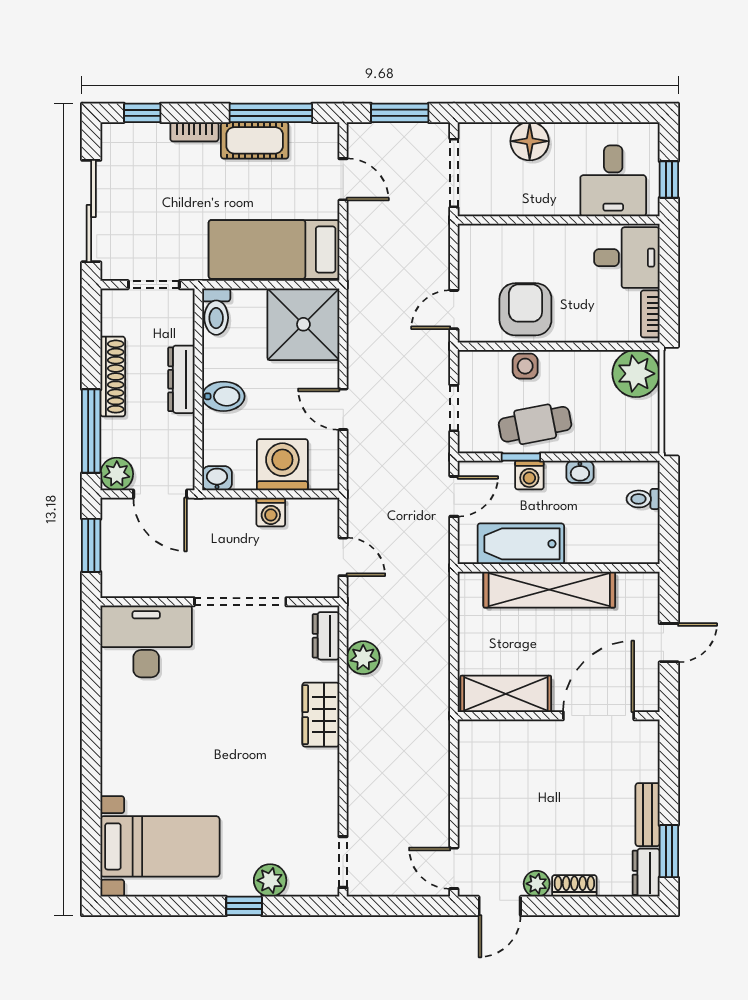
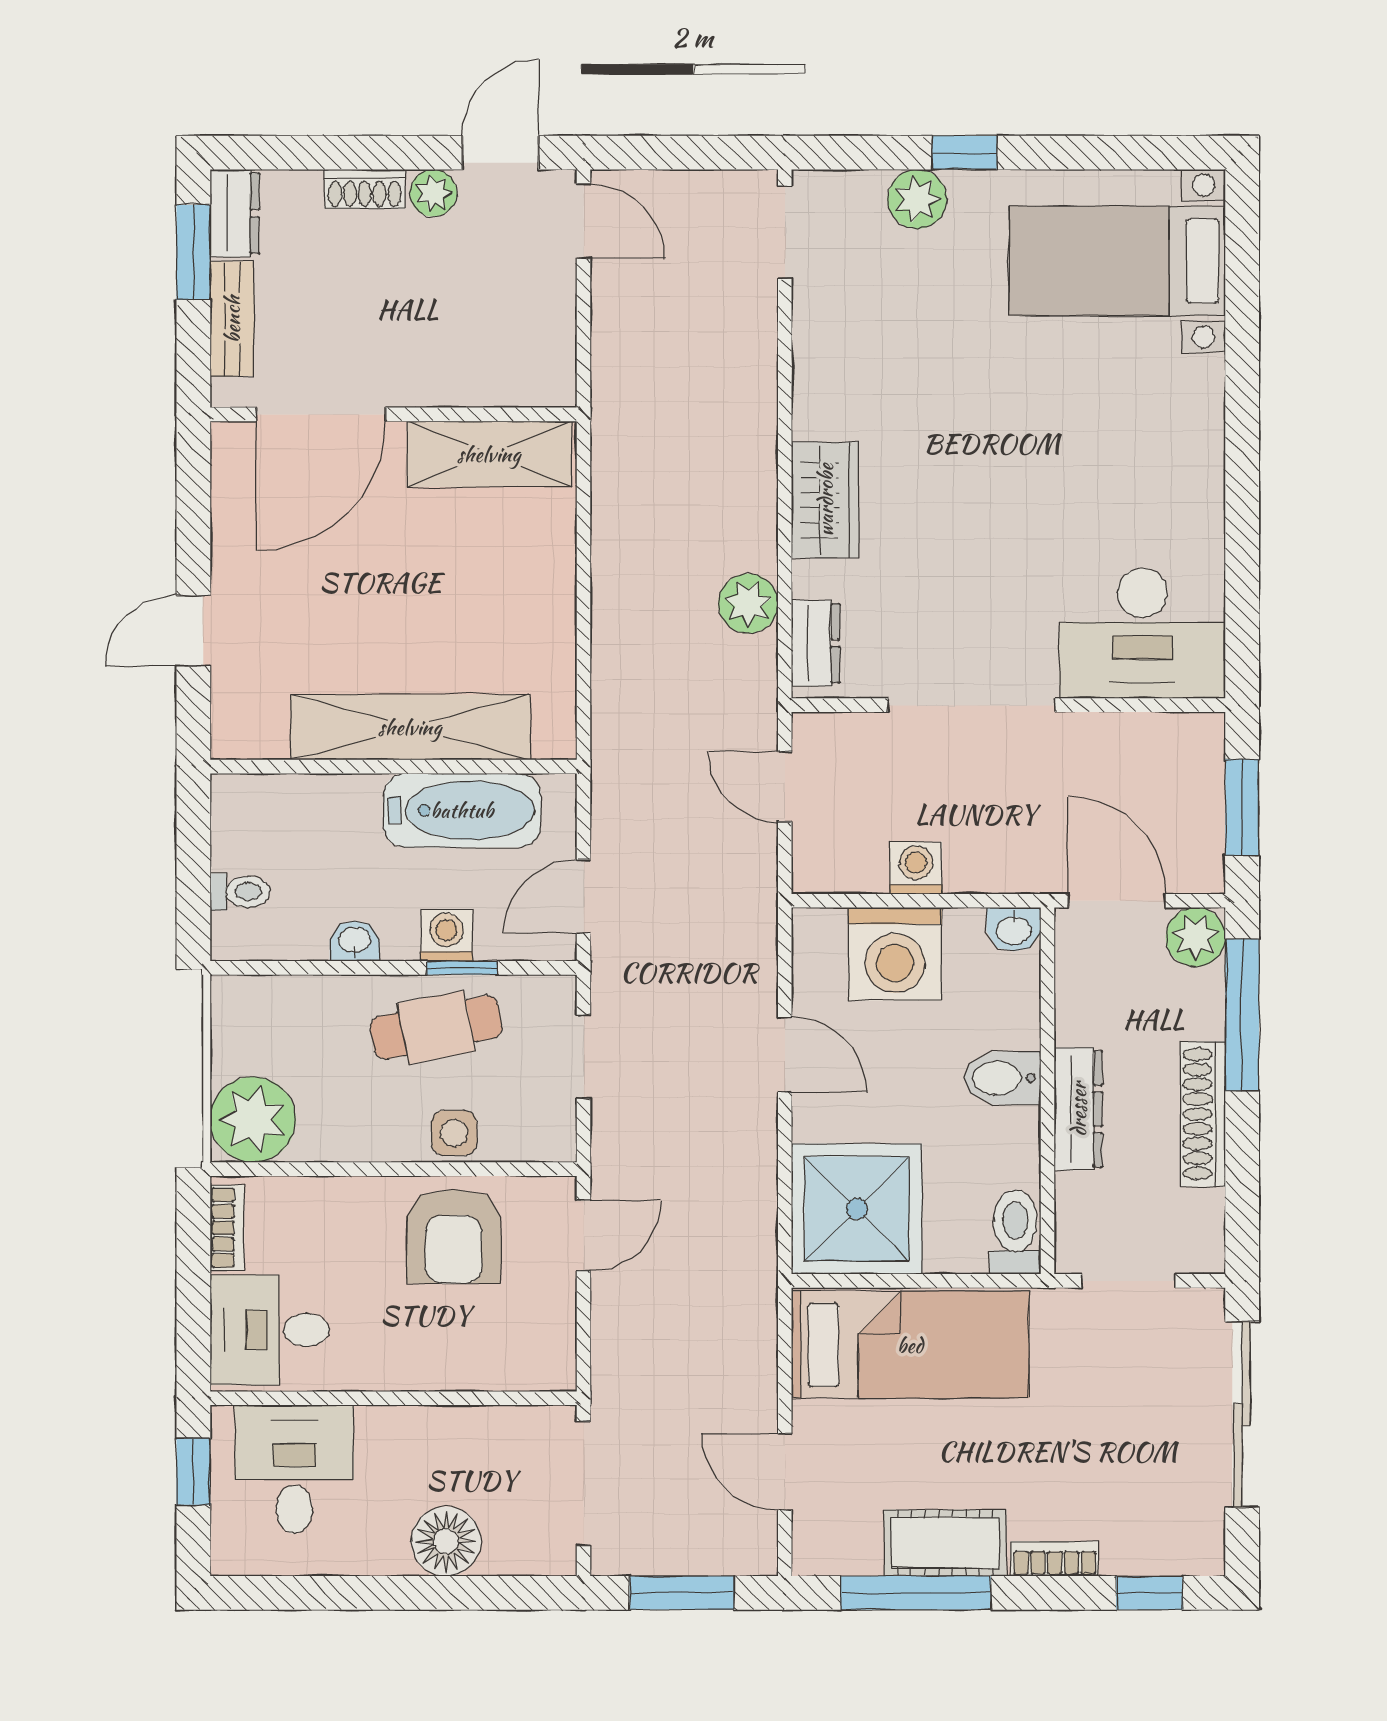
shelving: (506, 694) -> (489, 454), moved
wall: (559, 716) -> (393, 414), moved
door: (599, 716) -> (321, 414), moved

